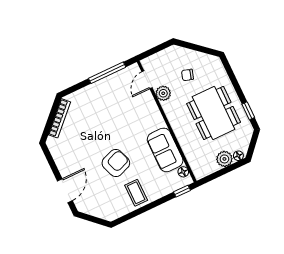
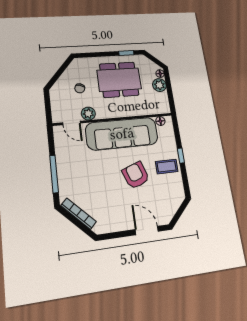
window: (107, 73) -> (54, 174), moved
sofa: (165, 150) -> (122, 134), width x1.85, depth x1.27
window: (182, 191) -> (181, 156), moved

